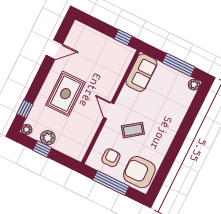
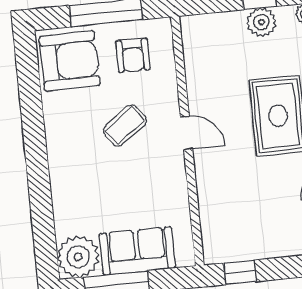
sofa: (141, 73) -> (137, 251), moved, turned 90
plant: (194, 85) -> (78, 257), width x1.88, depth x1.88

